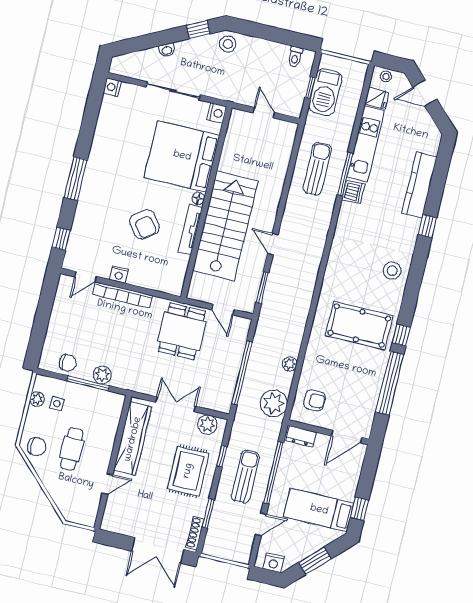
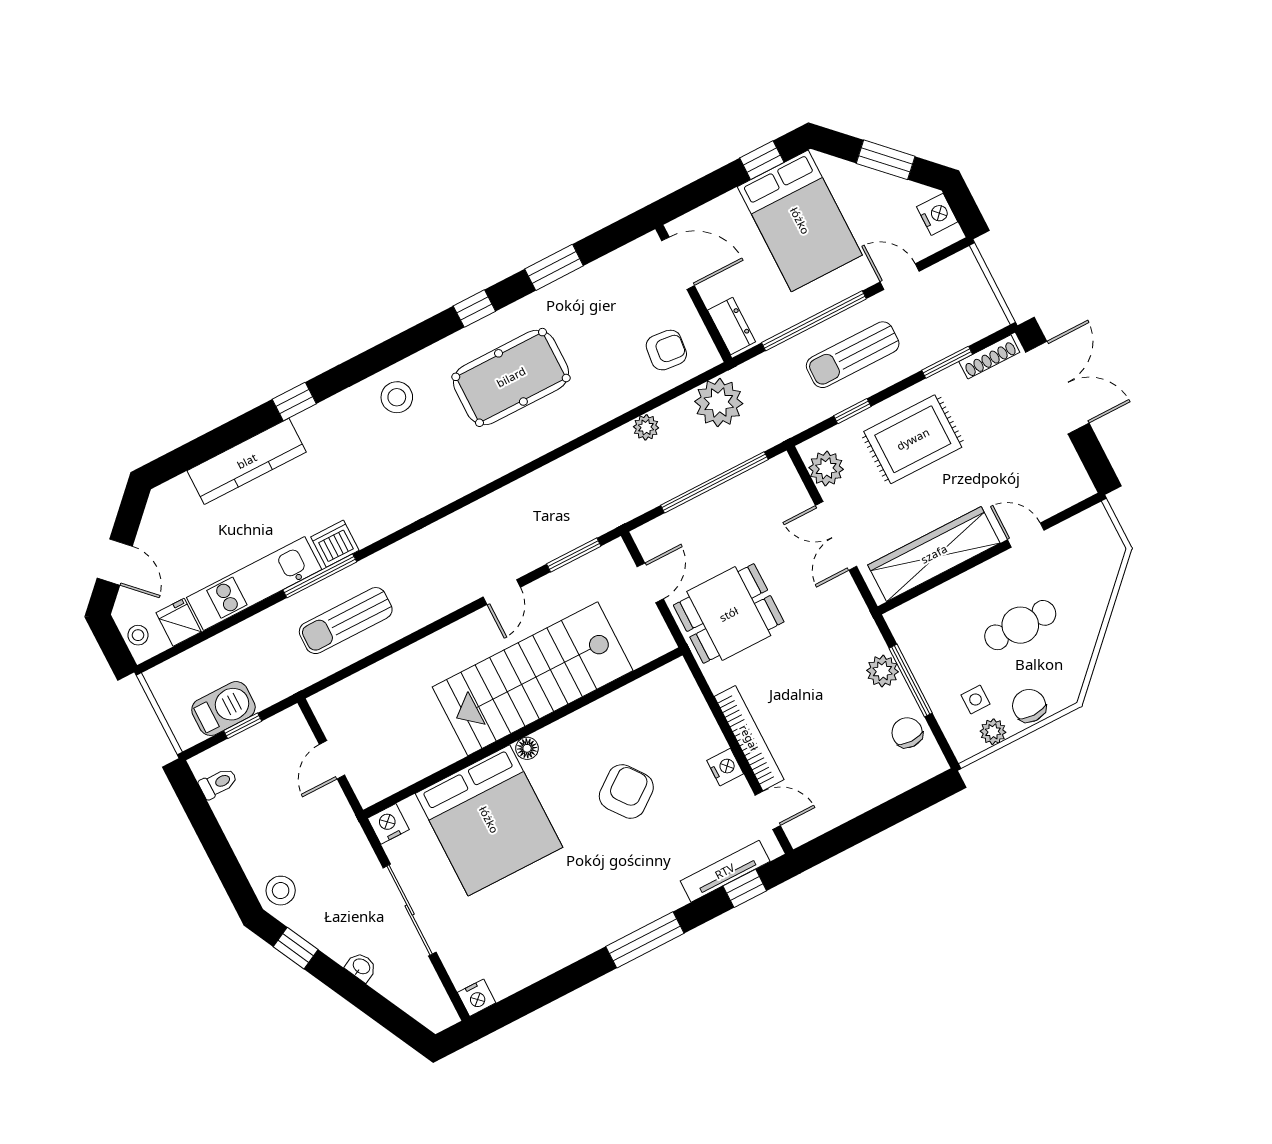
barbecue: (325, 92) -> (223, 709), width x0.73, depth x0.83
tv unit: (190, 229) -> (725, 871), moved, turned 180
pool table: (359, 326) -> (511, 377), turned 90
window: (390, 383) -> (554, 267), width x0.47
armchair: (315, 400) -> (666, 350), turned 96
chair: (37, 447) -> (1029, 706), moved
bed: (319, 510) -> (800, 221), width x1.50

